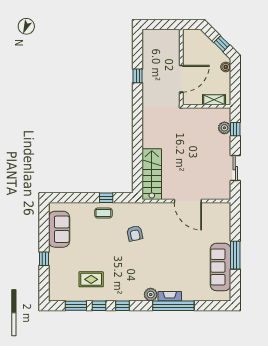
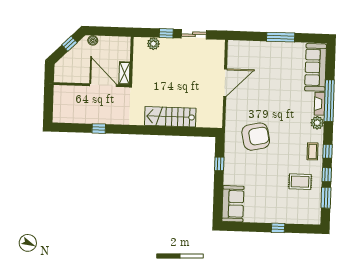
shelving: (214, 100) -> (124, 73), moved
window: (235, 129) -> (166, 33), moved
stairs: (152, 174) -> (170, 117), moved
coffee table: (103, 213) -> (313, 151), moved
sofa: (59, 229) -> (233, 204), moved, turned 90
armchair: (135, 233) -> (256, 137), width x1.88, depth x1.88
sofa: (221, 267) -> (316, 67), moved, turned 90
rug: (91, 279) -> (300, 182), turned 90

